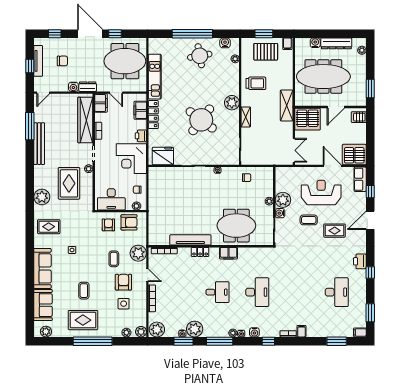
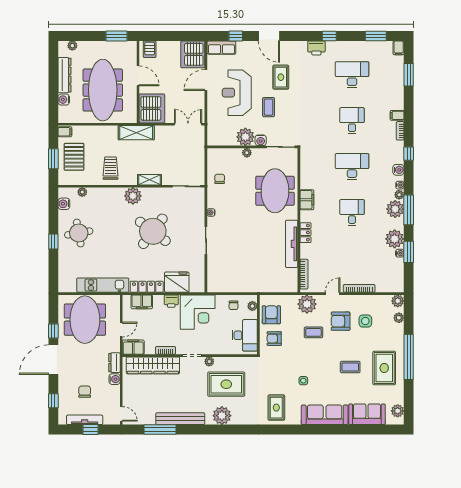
window: (192, 34) -> (53, 242), width x0.32
fridge: (163, 156) -> (177, 282), moved, turned 90
plant: (42, 197) -> (222, 416), moved
desk: (297, 292) -> (352, 121), added
plant: (157, 329) -> (395, 209), moved

